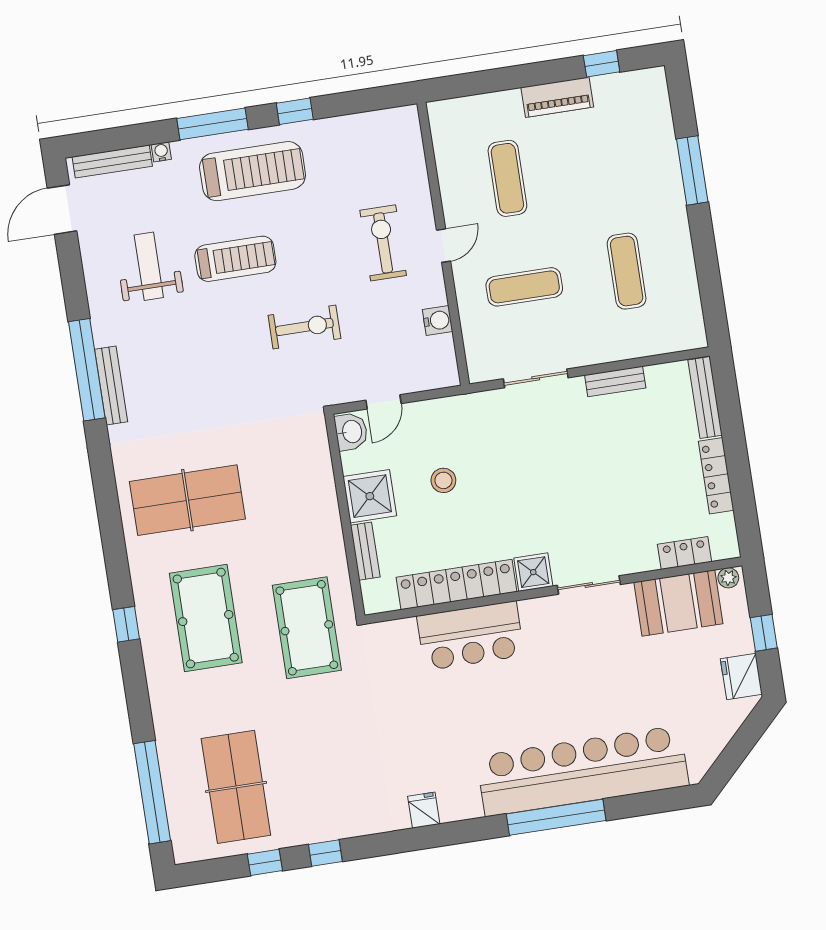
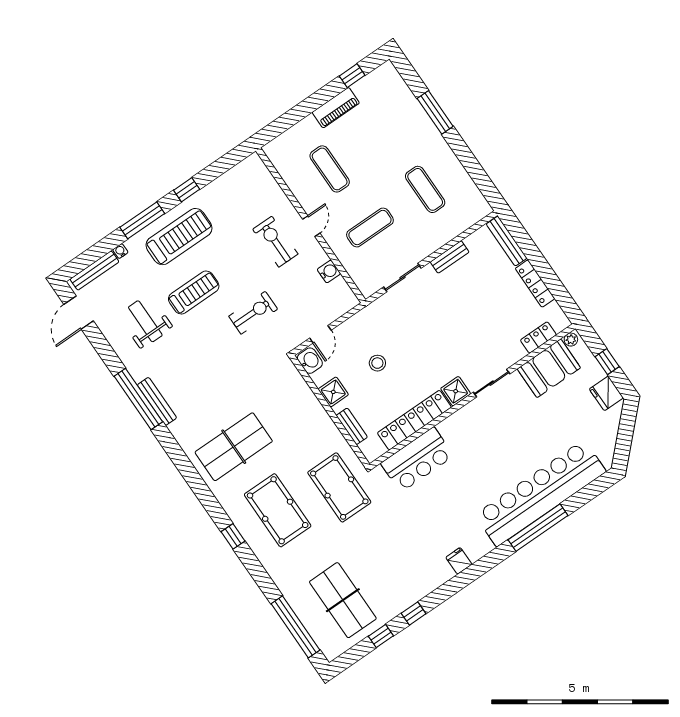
shower: (370, 496) -> (333, 392), width x0.73, depth x0.73
bar counter: (471, 636) -> (417, 460), moved

